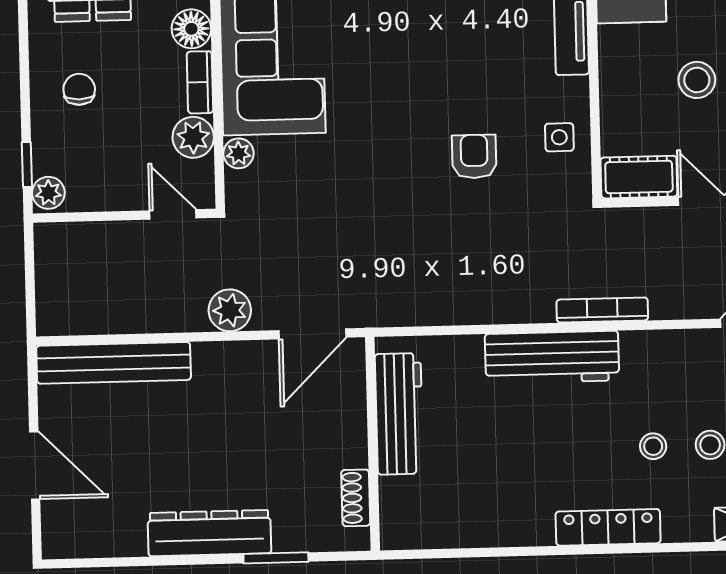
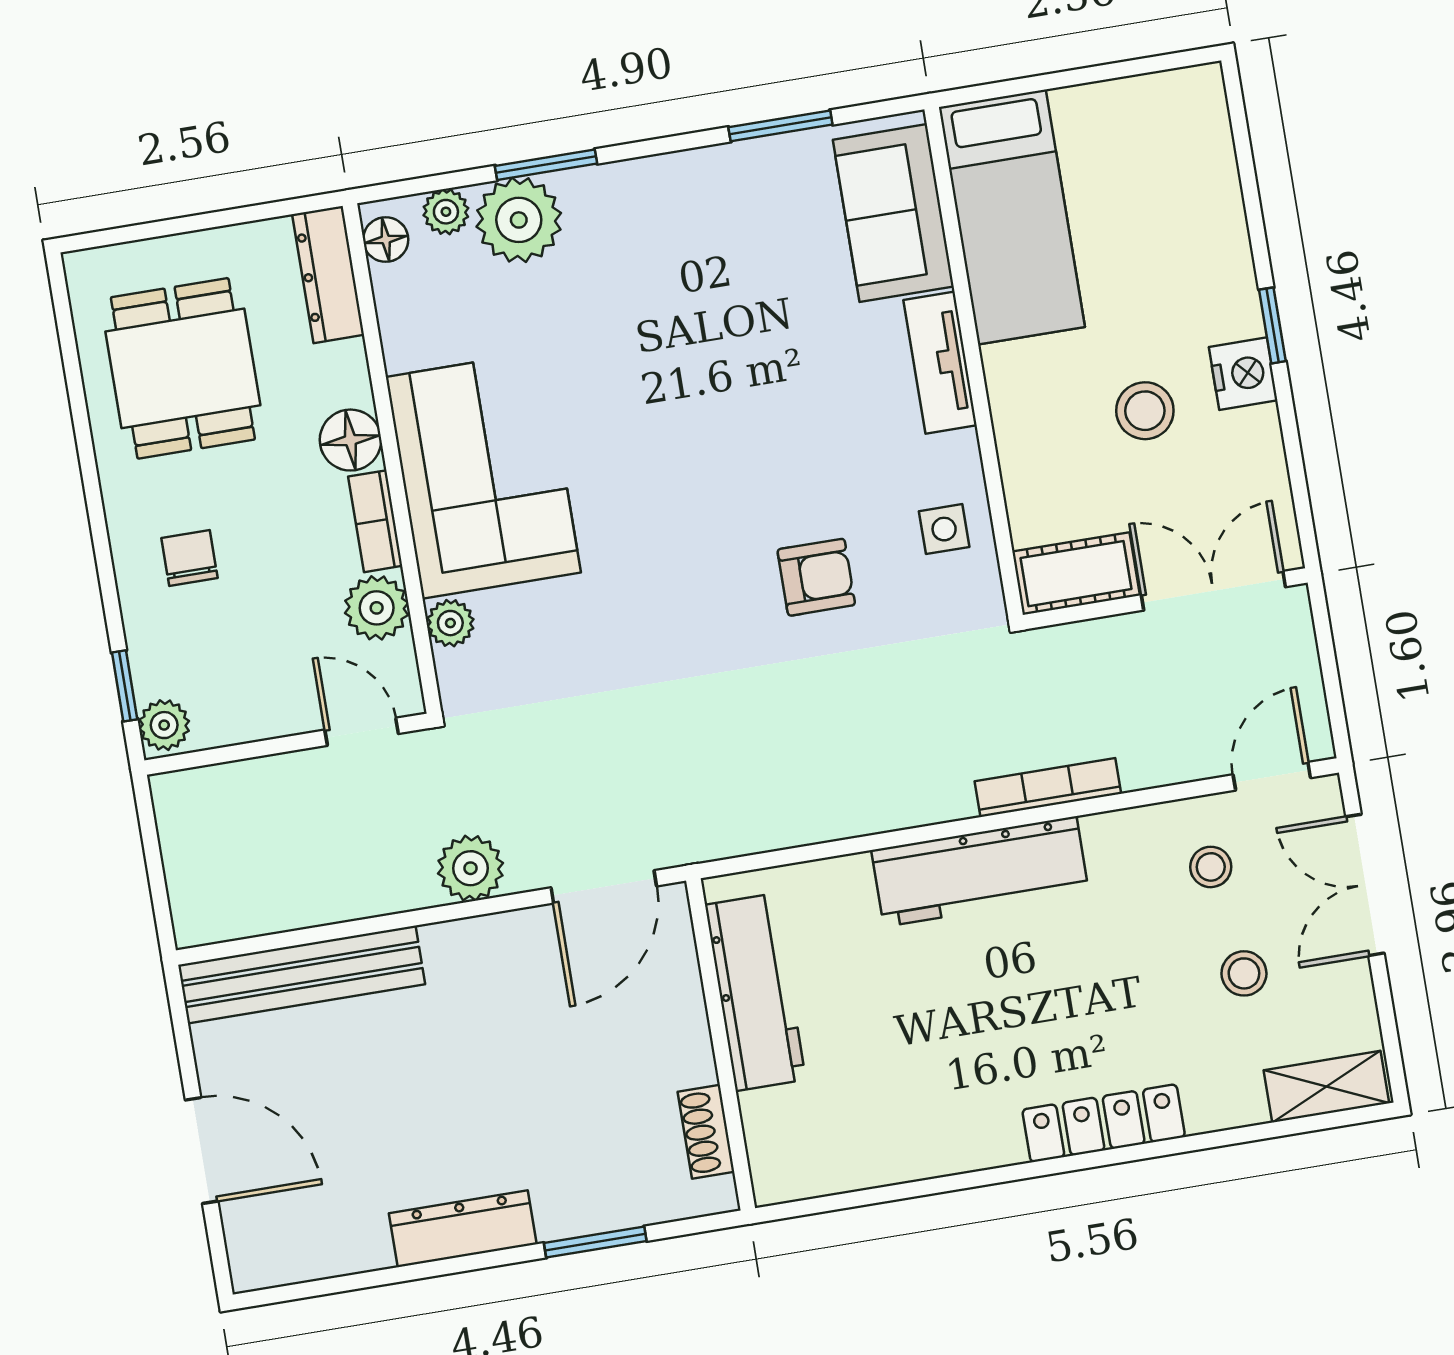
armchair: (474, 157) -> (816, 577), turned 90
stool: (653, 446) -> (1211, 867), moved
dresser: (209, 533) -> (463, 1229), width x0.73, depth x0.80

